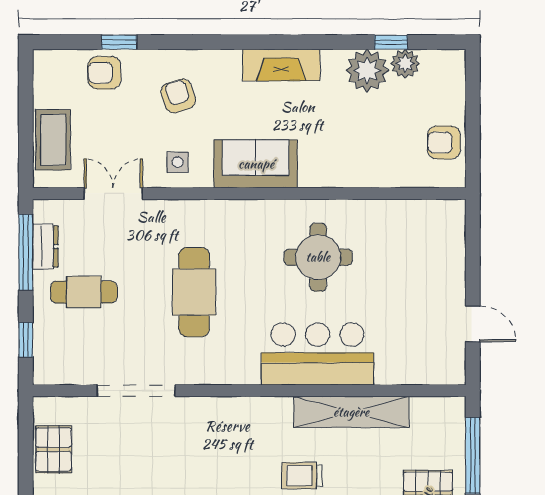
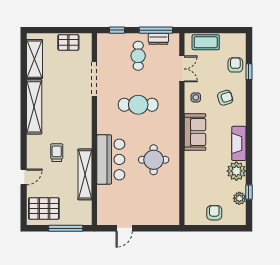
plant: (367, 71) -> (236, 171), moved
armchair: (444, 142) -> (214, 213), moved

